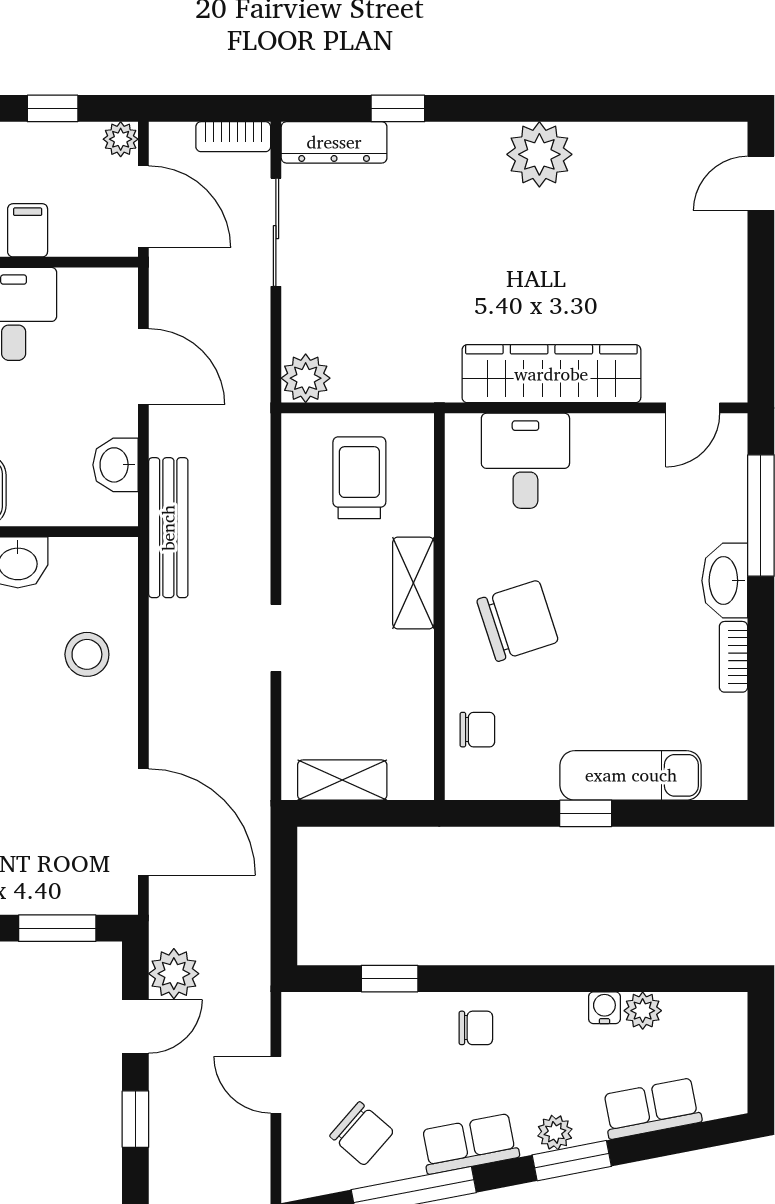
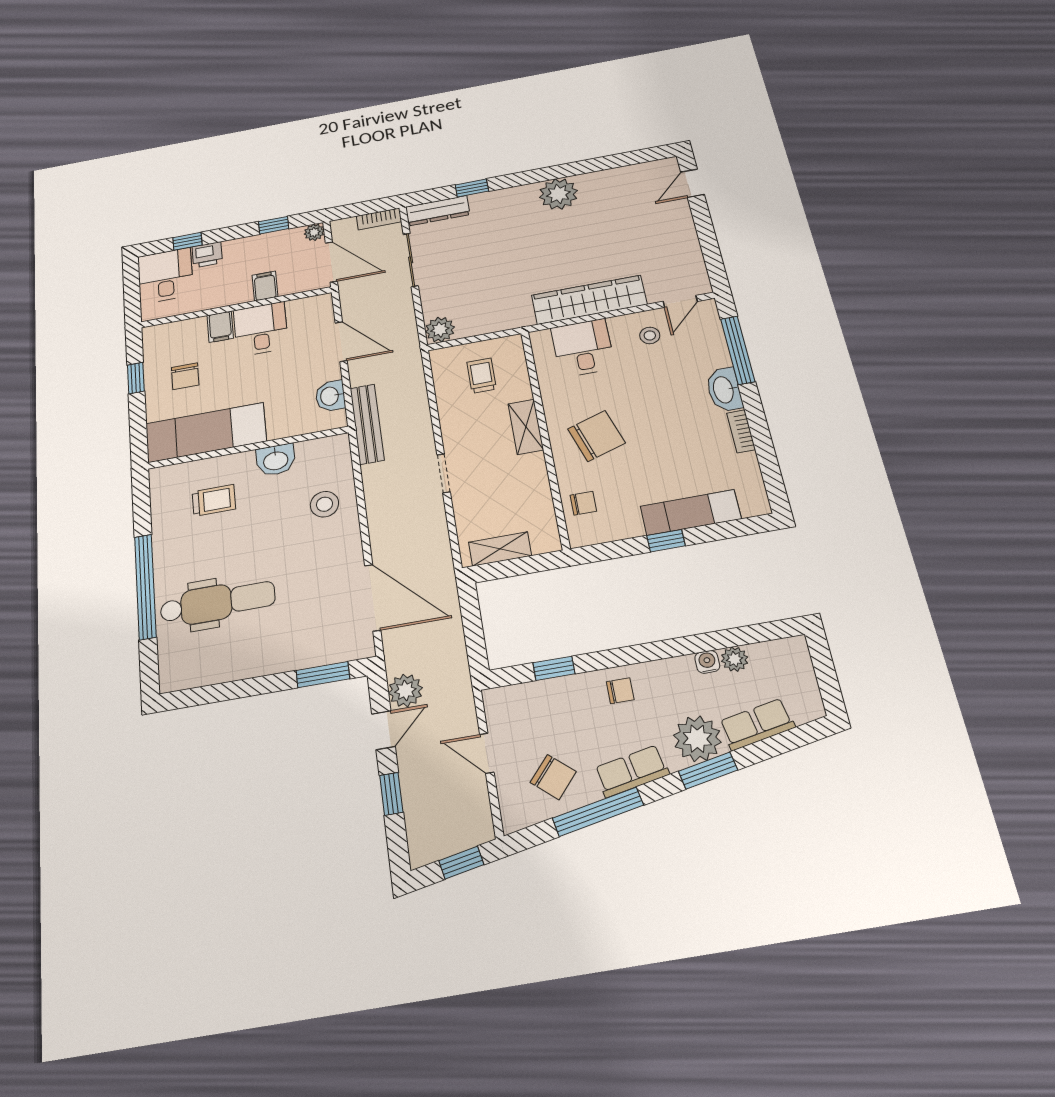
stool: (633, 460) -> (650, 335), added
trolley: (359, 478) -> (482, 376), width x0.73, depth x0.72
plant: (555, 1132) -> (697, 739), width x1.88, depth x1.88

